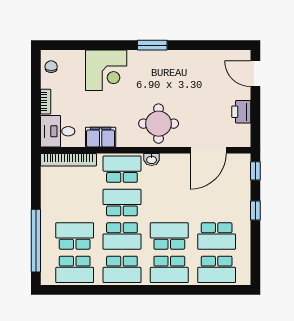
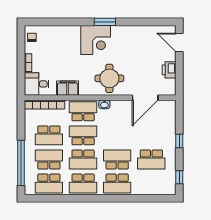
corner desk: (106, 70) -> (96, 40), moved
window: (255, 171) -> (179, 177), moved
school desk: (217, 269) -> (49, 135), moved

